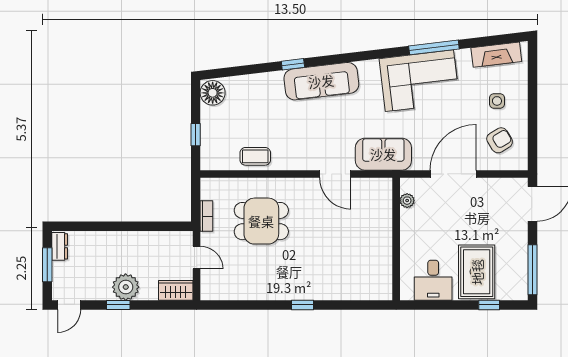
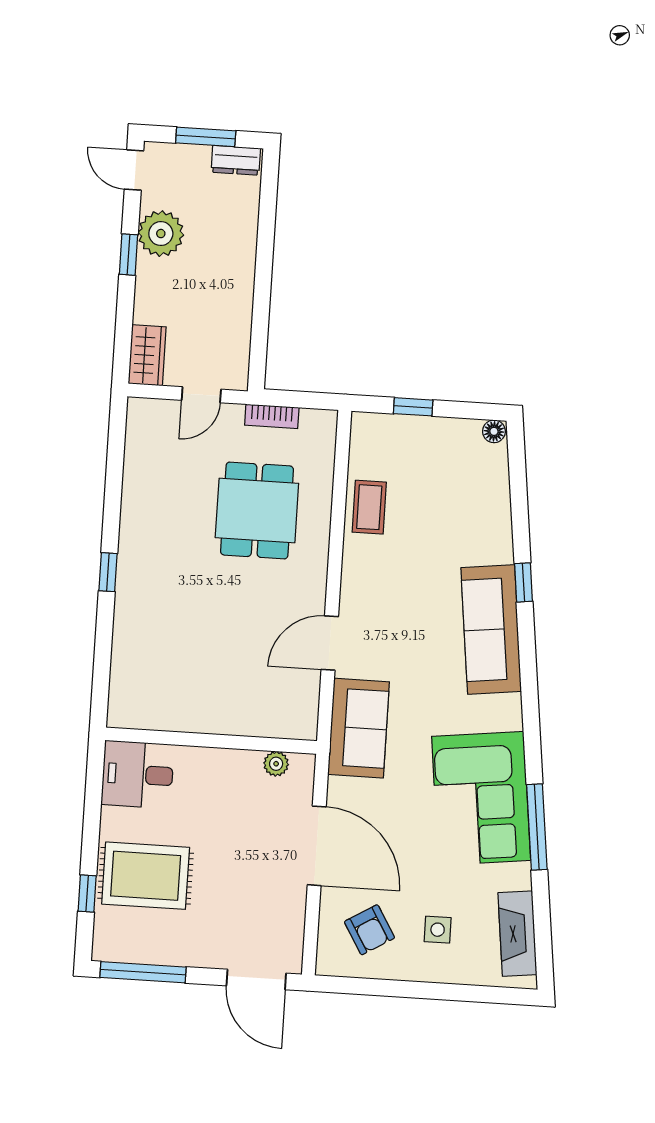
floor lamp: (213, 93) -> (494, 431), width x0.53, depth x0.53
desk: (433, 280) -> (138, 775), moved
plant: (126, 287) -> (161, 234), moved

